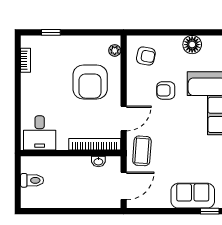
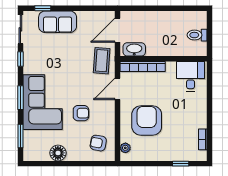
washbasin: (98, 161) -> (134, 49), width x1.91, depth x1.45

